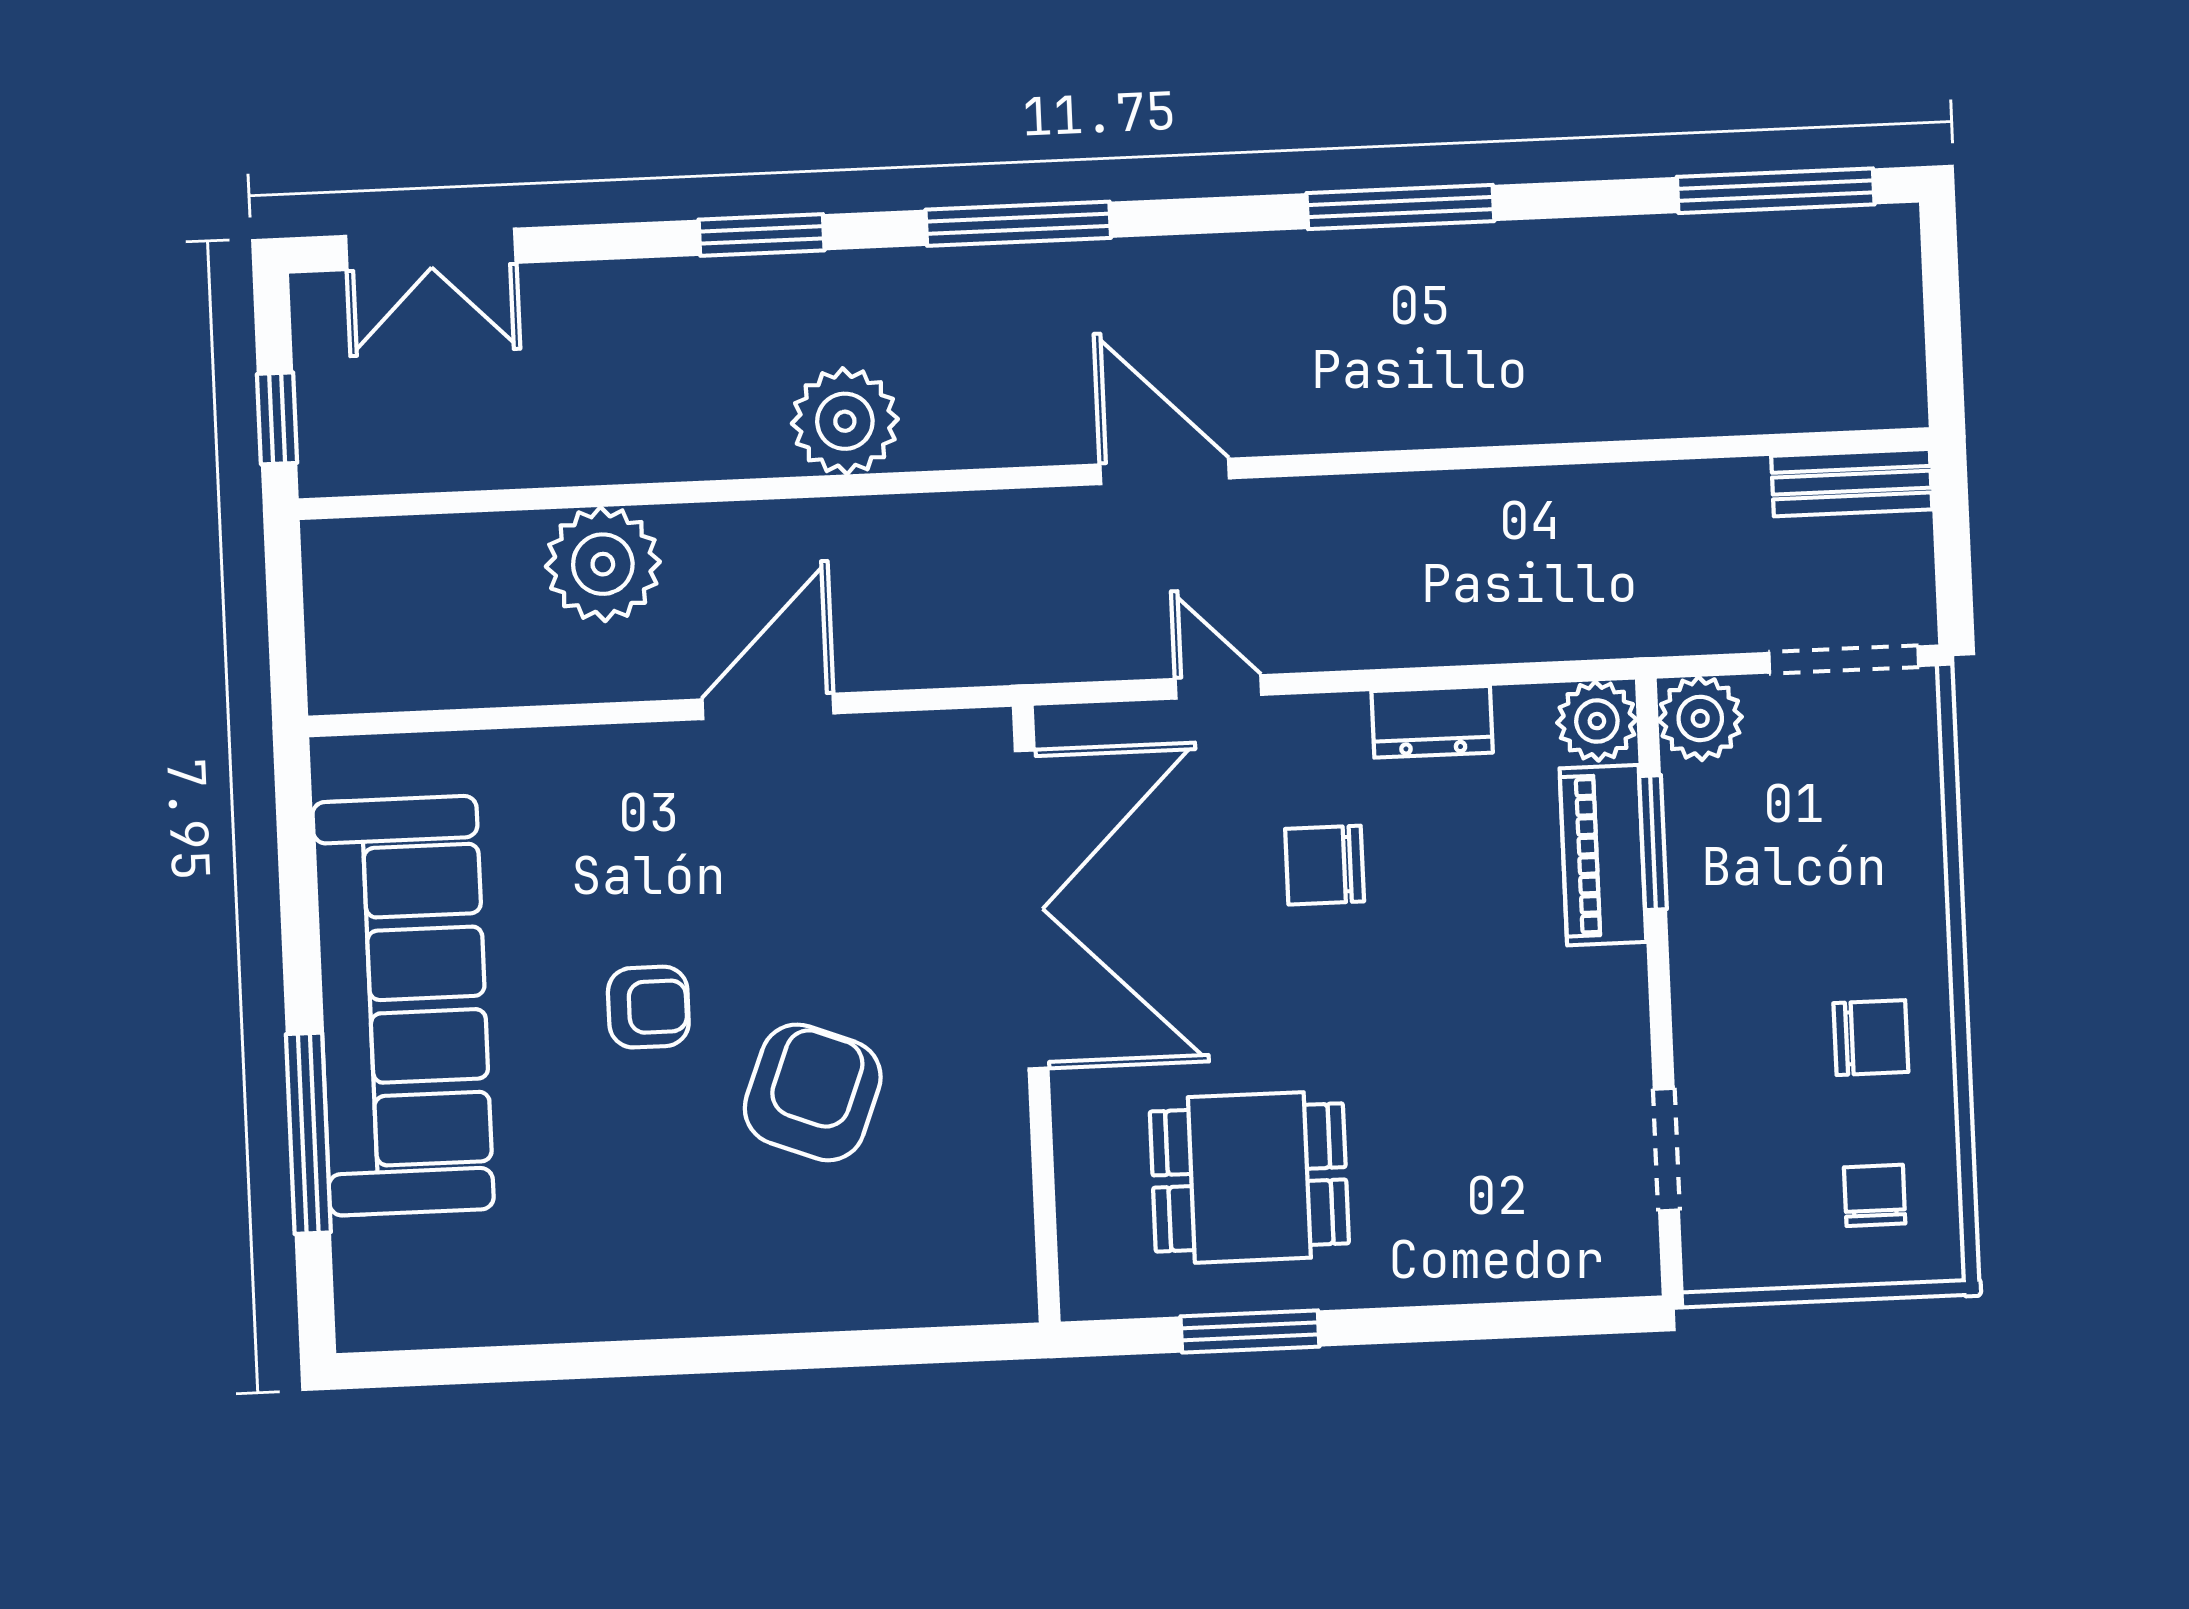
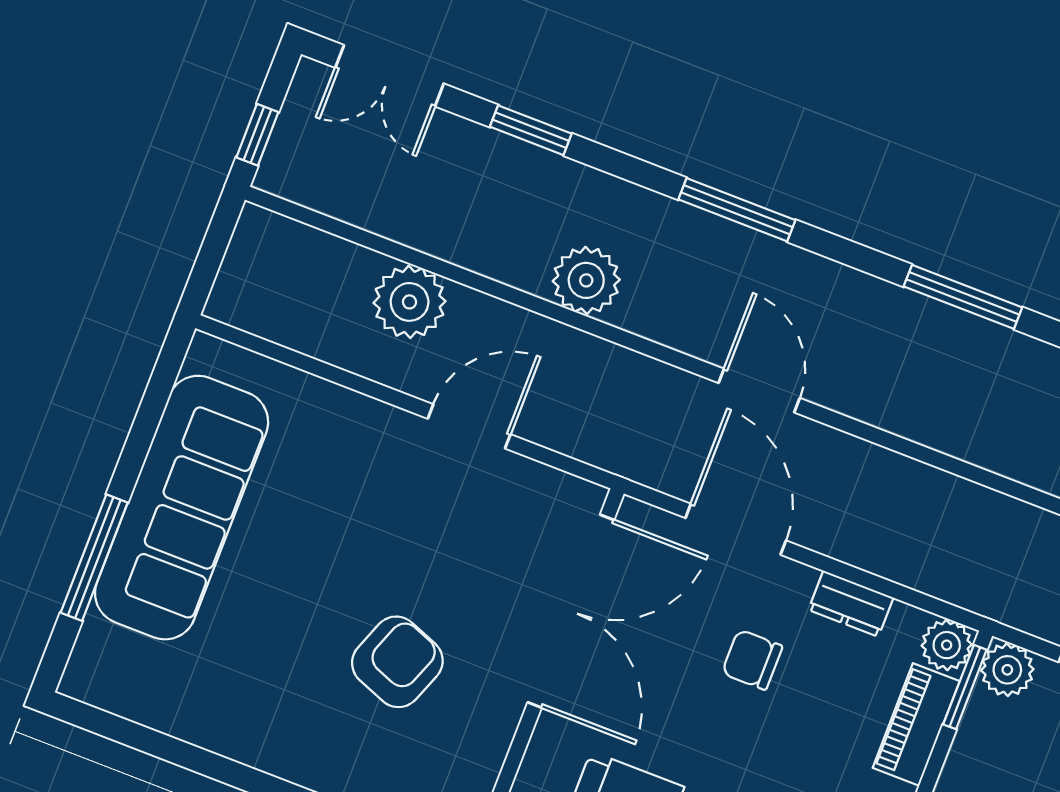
window: (762, 235) -> (531, 130), moved
door: (1218, 687) -> (736, 529), width x1.87
window: (1653, 843) -> (965, 687), moved
armchair: (648, 1007) -> (324, 571), removed

